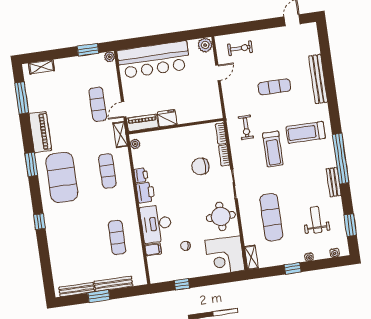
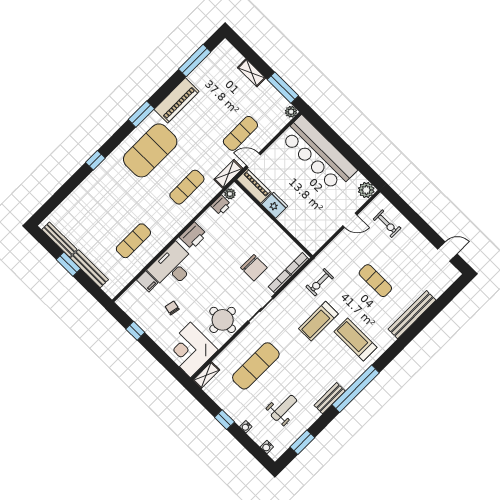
window: (88, 50) -> (283, 88), width x1.44
shelving: (41, 67) -> (251, 73), moved
chair: (200, 166) -> (254, 268), turned 180
printer: (141, 175) -> (221, 205), moved

